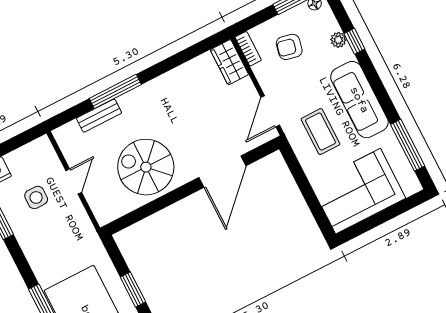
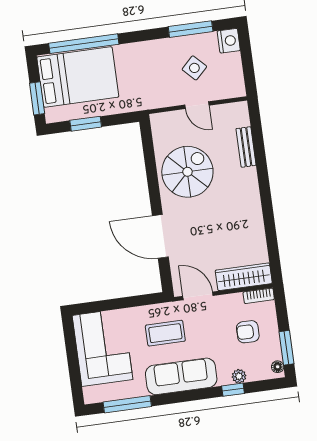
armchair: (289, 47) -> (248, 332), turned -102
wardrobe: (229, 62) -> (244, 277), width x1.50
window: (115, 91) -> (262, 168), removed
side table: (36, 197) -> (194, 68), turned 45

